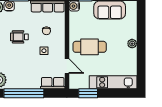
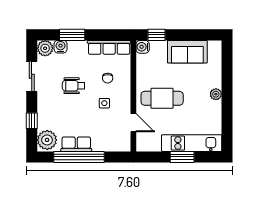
row of seats: (53, 83) -> (76, 144), moved
window: (88, 93) -> (182, 157), moved

